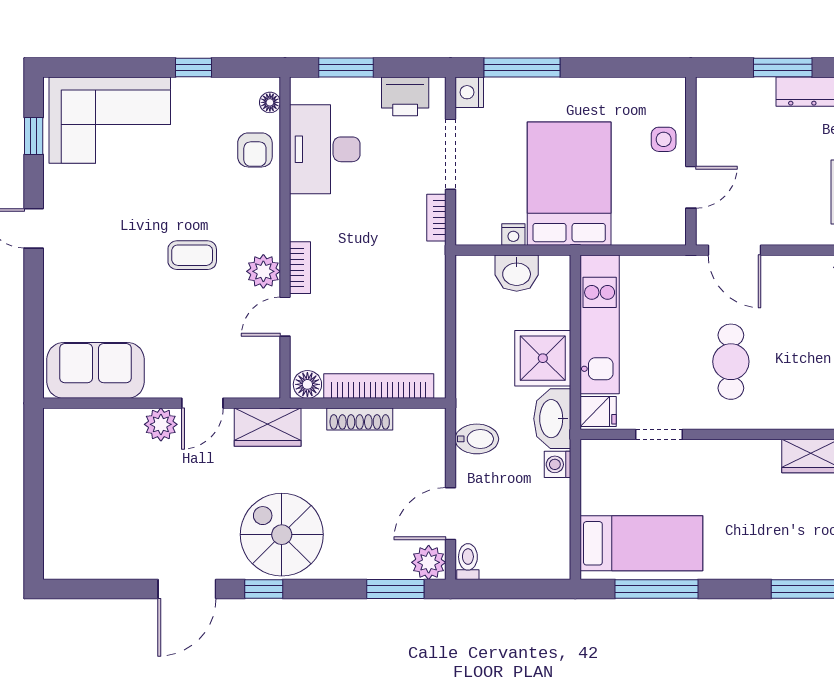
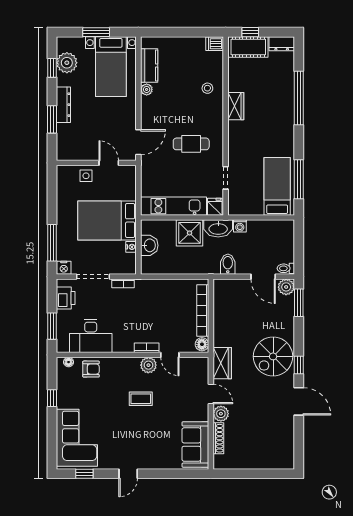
coffee table: (192, 255) -> (141, 399), turned 90
shoe rack: (360, 419) -> (218, 438), moved

